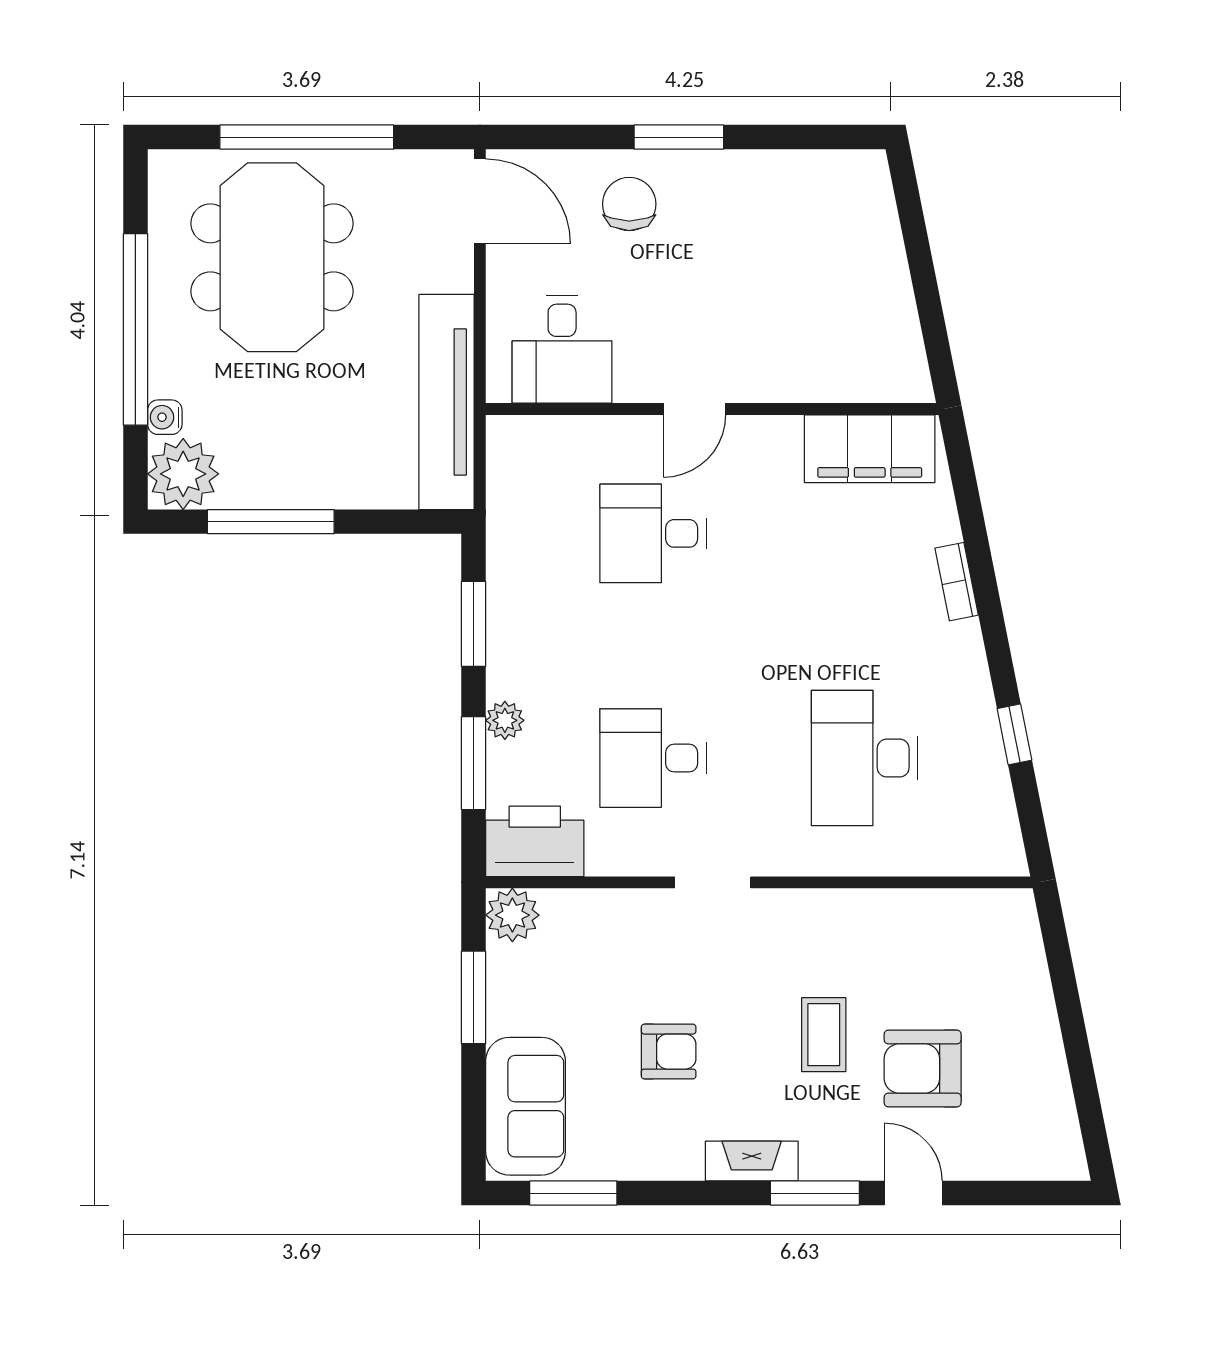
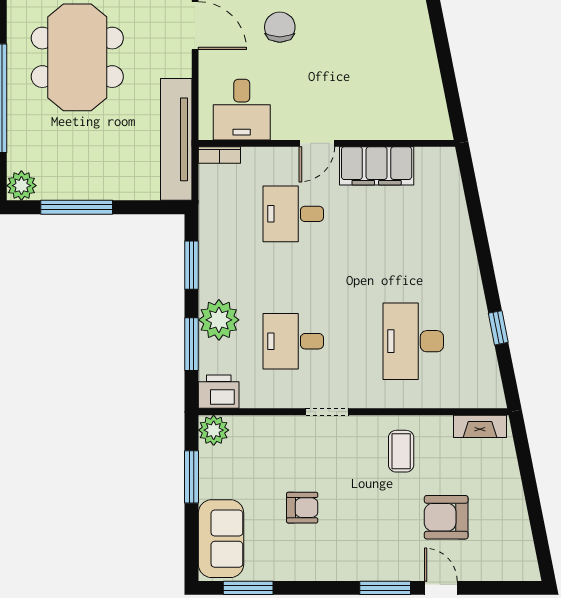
water cooler: (165, 417) -> (16, 148), removed
filing cabinet: (870, 449) -> (377, 166), moved
plant: (183, 474) -> (21, 186), width x0.73, depth x0.73
bookcase: (957, 582) -> (219, 155), moved, turned -79
plant: (505, 720) -> (219, 320), width x1.88, depth x1.88
printer: (535, 841) -> (219, 392), width x0.73, depth x0.84
coffee table: (824, 1035) -> (401, 451), moved
fireplace: (752, 1161) -> (480, 426), moved, turned 180

